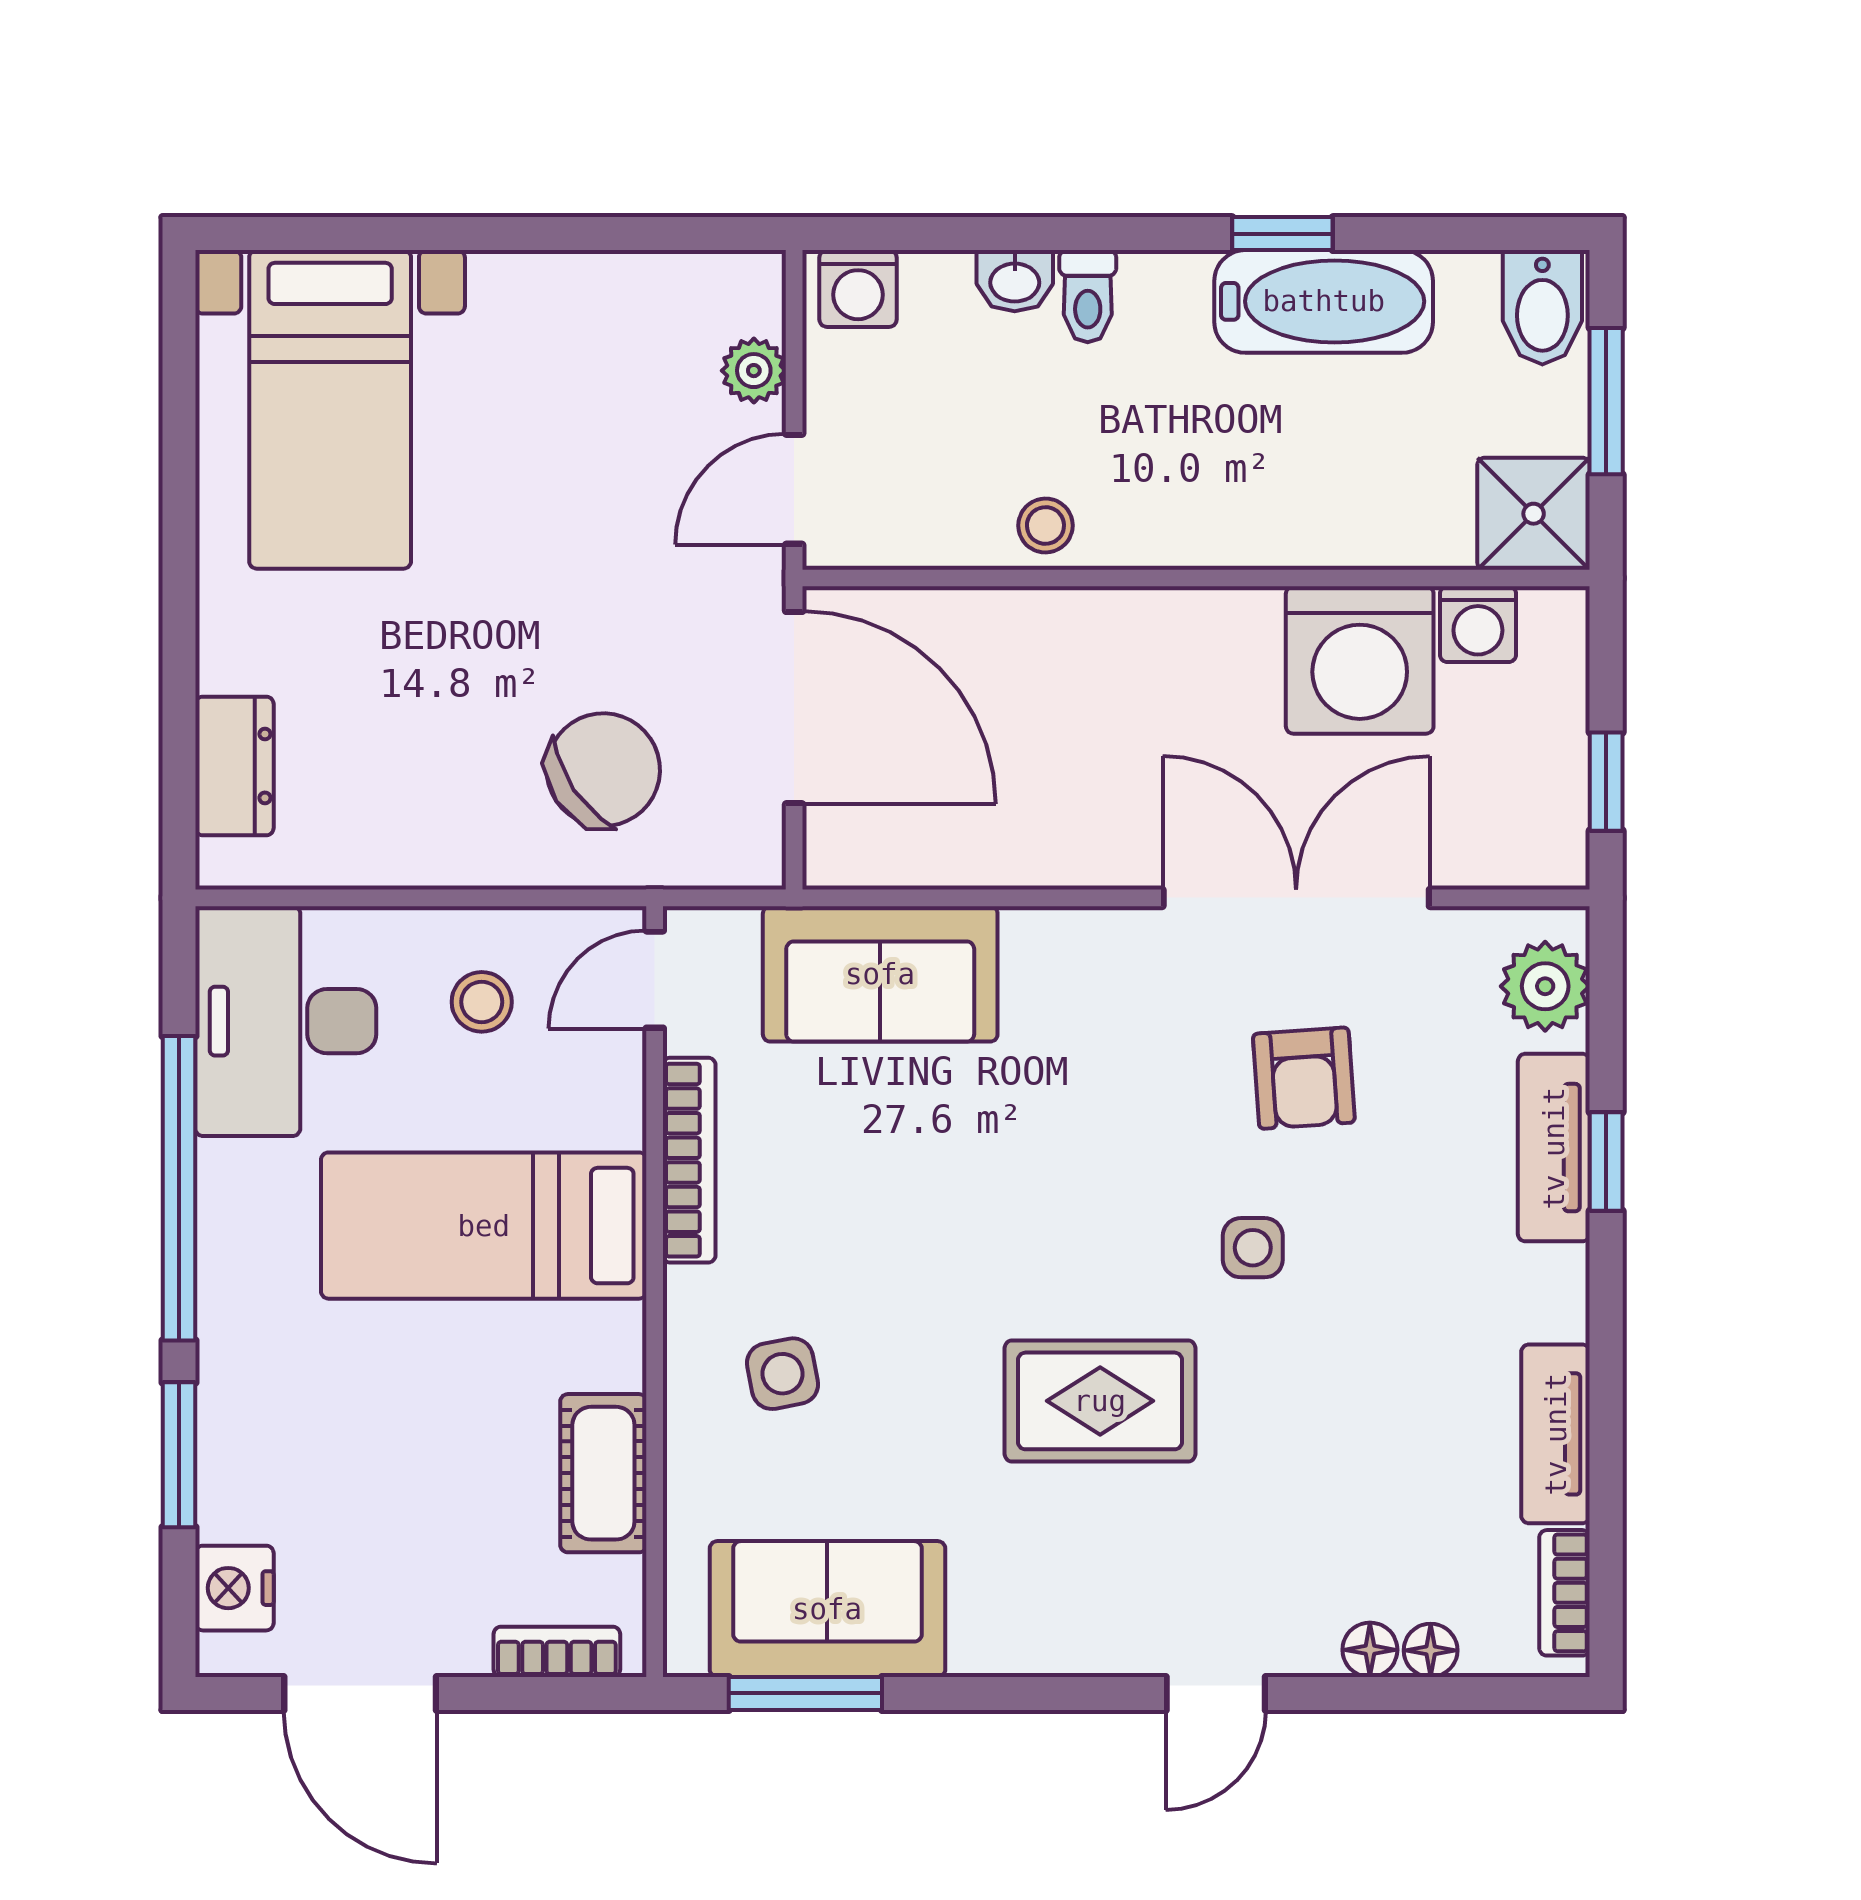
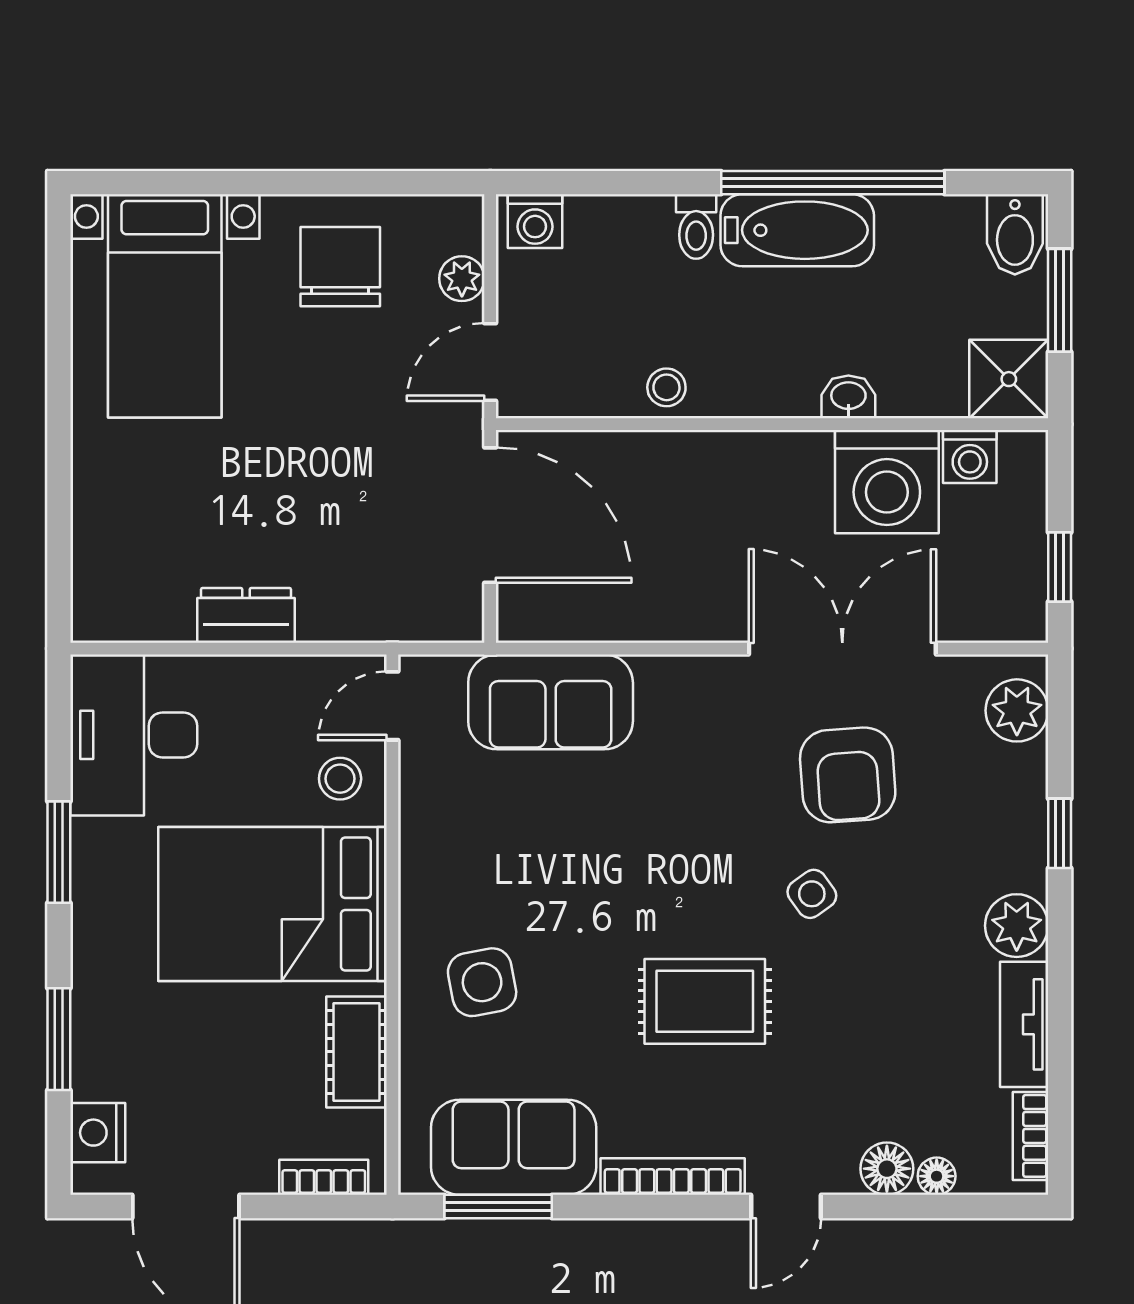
window: (1282, 234) -> (833, 183), width x3.17
washbasin: (1015, 281) -> (848, 397), moved, turned 180
bathtub: (1324, 301) -> (797, 230), moved
dresser: (234, 766) -> (246, 615), moved, turned -90
chair: (603, 770) -> (340, 267), moved, turned -56
stool: (482, 1002) -> (340, 779), moved
armchair: (1304, 1078) -> (848, 775), width x1.38, depth x1.38
tv unit: (1554, 1148) -> (1023, 824), removed
bookcase: (689, 1160) -> (673, 1177), moved, turned -90
window: (179, 1188) -> (59, 852), width x0.47
bed: (484, 1226) -> (273, 904), width x1.50
side table: (1253, 1248) -> (812, 894), turned -36
plant: (1545, 1293) -> (1017, 926), added
side table: (783, 1374) -> (482, 982), width x1.37, depth x1.37
floor lamp: (1370, 1650) -> (887, 1169), width x1.37, depth x1.37

